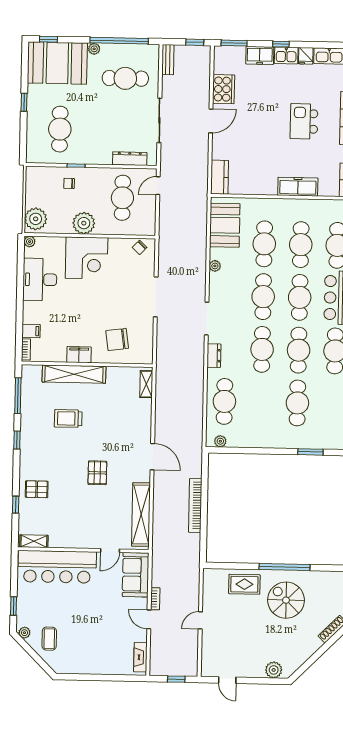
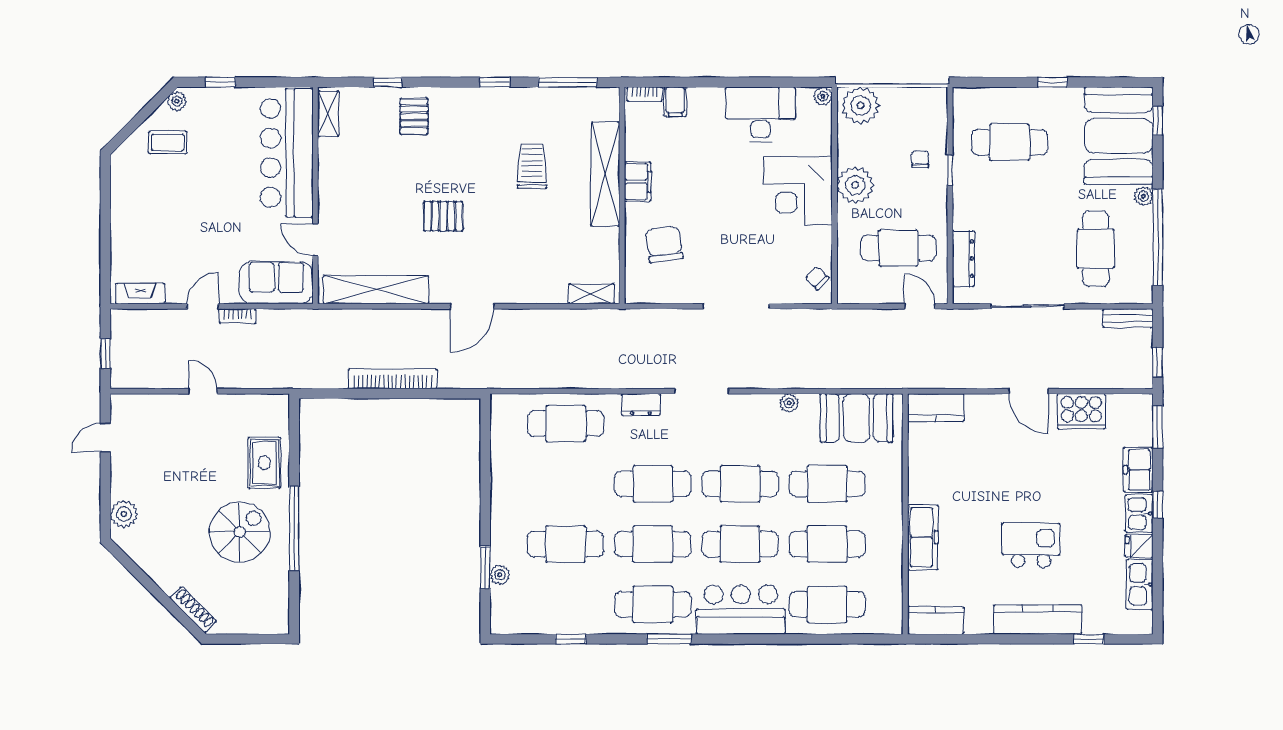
plant: (220, 441) -> (500, 575), moved

